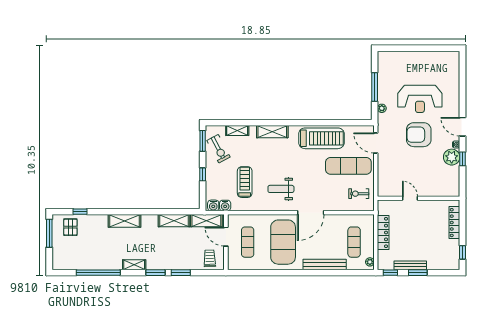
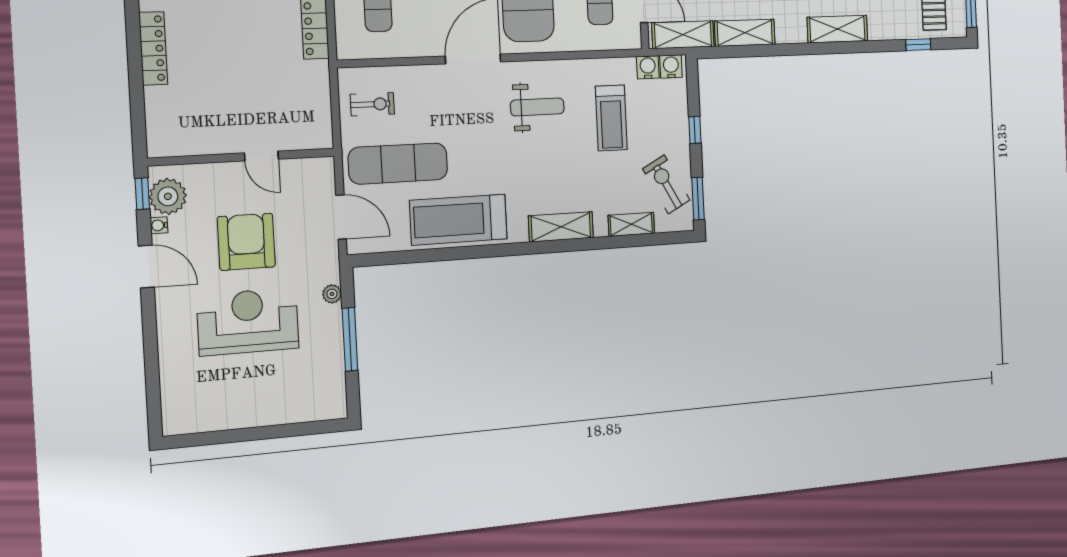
armchair: (419, 135) -> (246, 242), turned -90
door: (410, 198) -> (261, 156), moved
wall: (419, 198) -> (242, 157), moved

